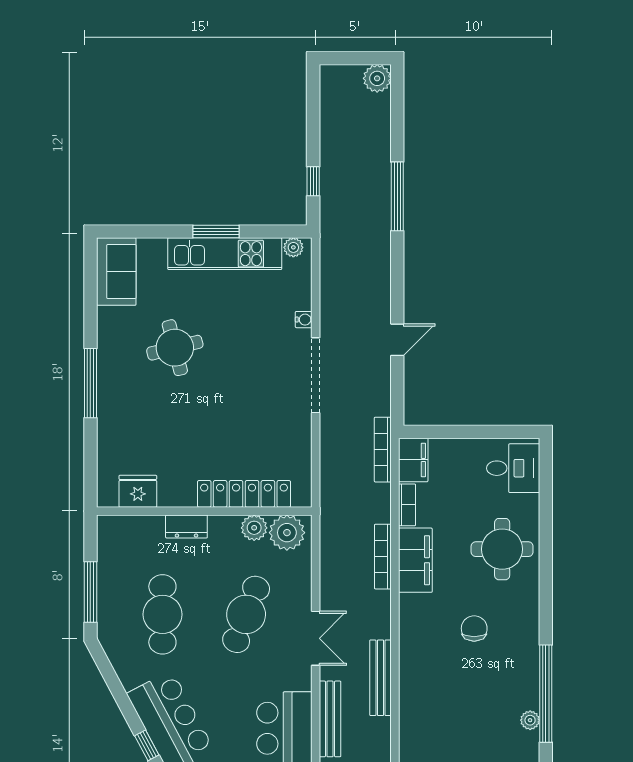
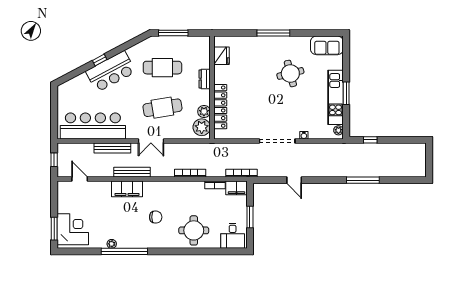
plant: (377, 78) -> (420, 171), removed
window: (474, 432) -> (250, 217), added
filing cabinet: (415, 560) -> (127, 189), moved
cafe table: (246, 614) -> (162, 108), turned -30

